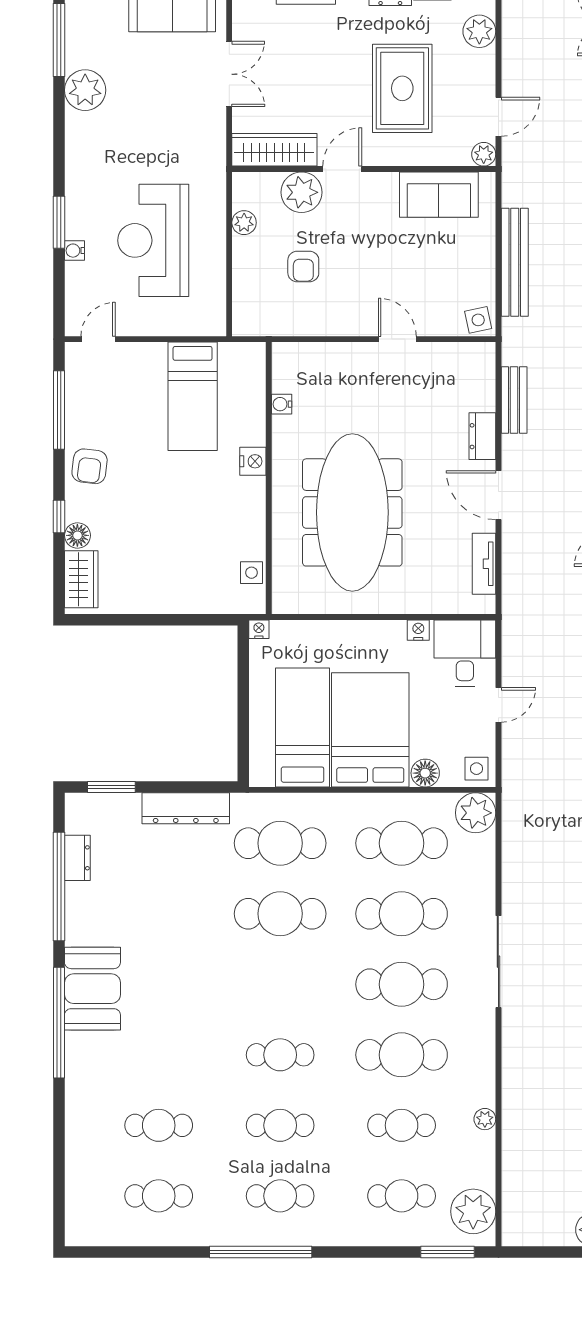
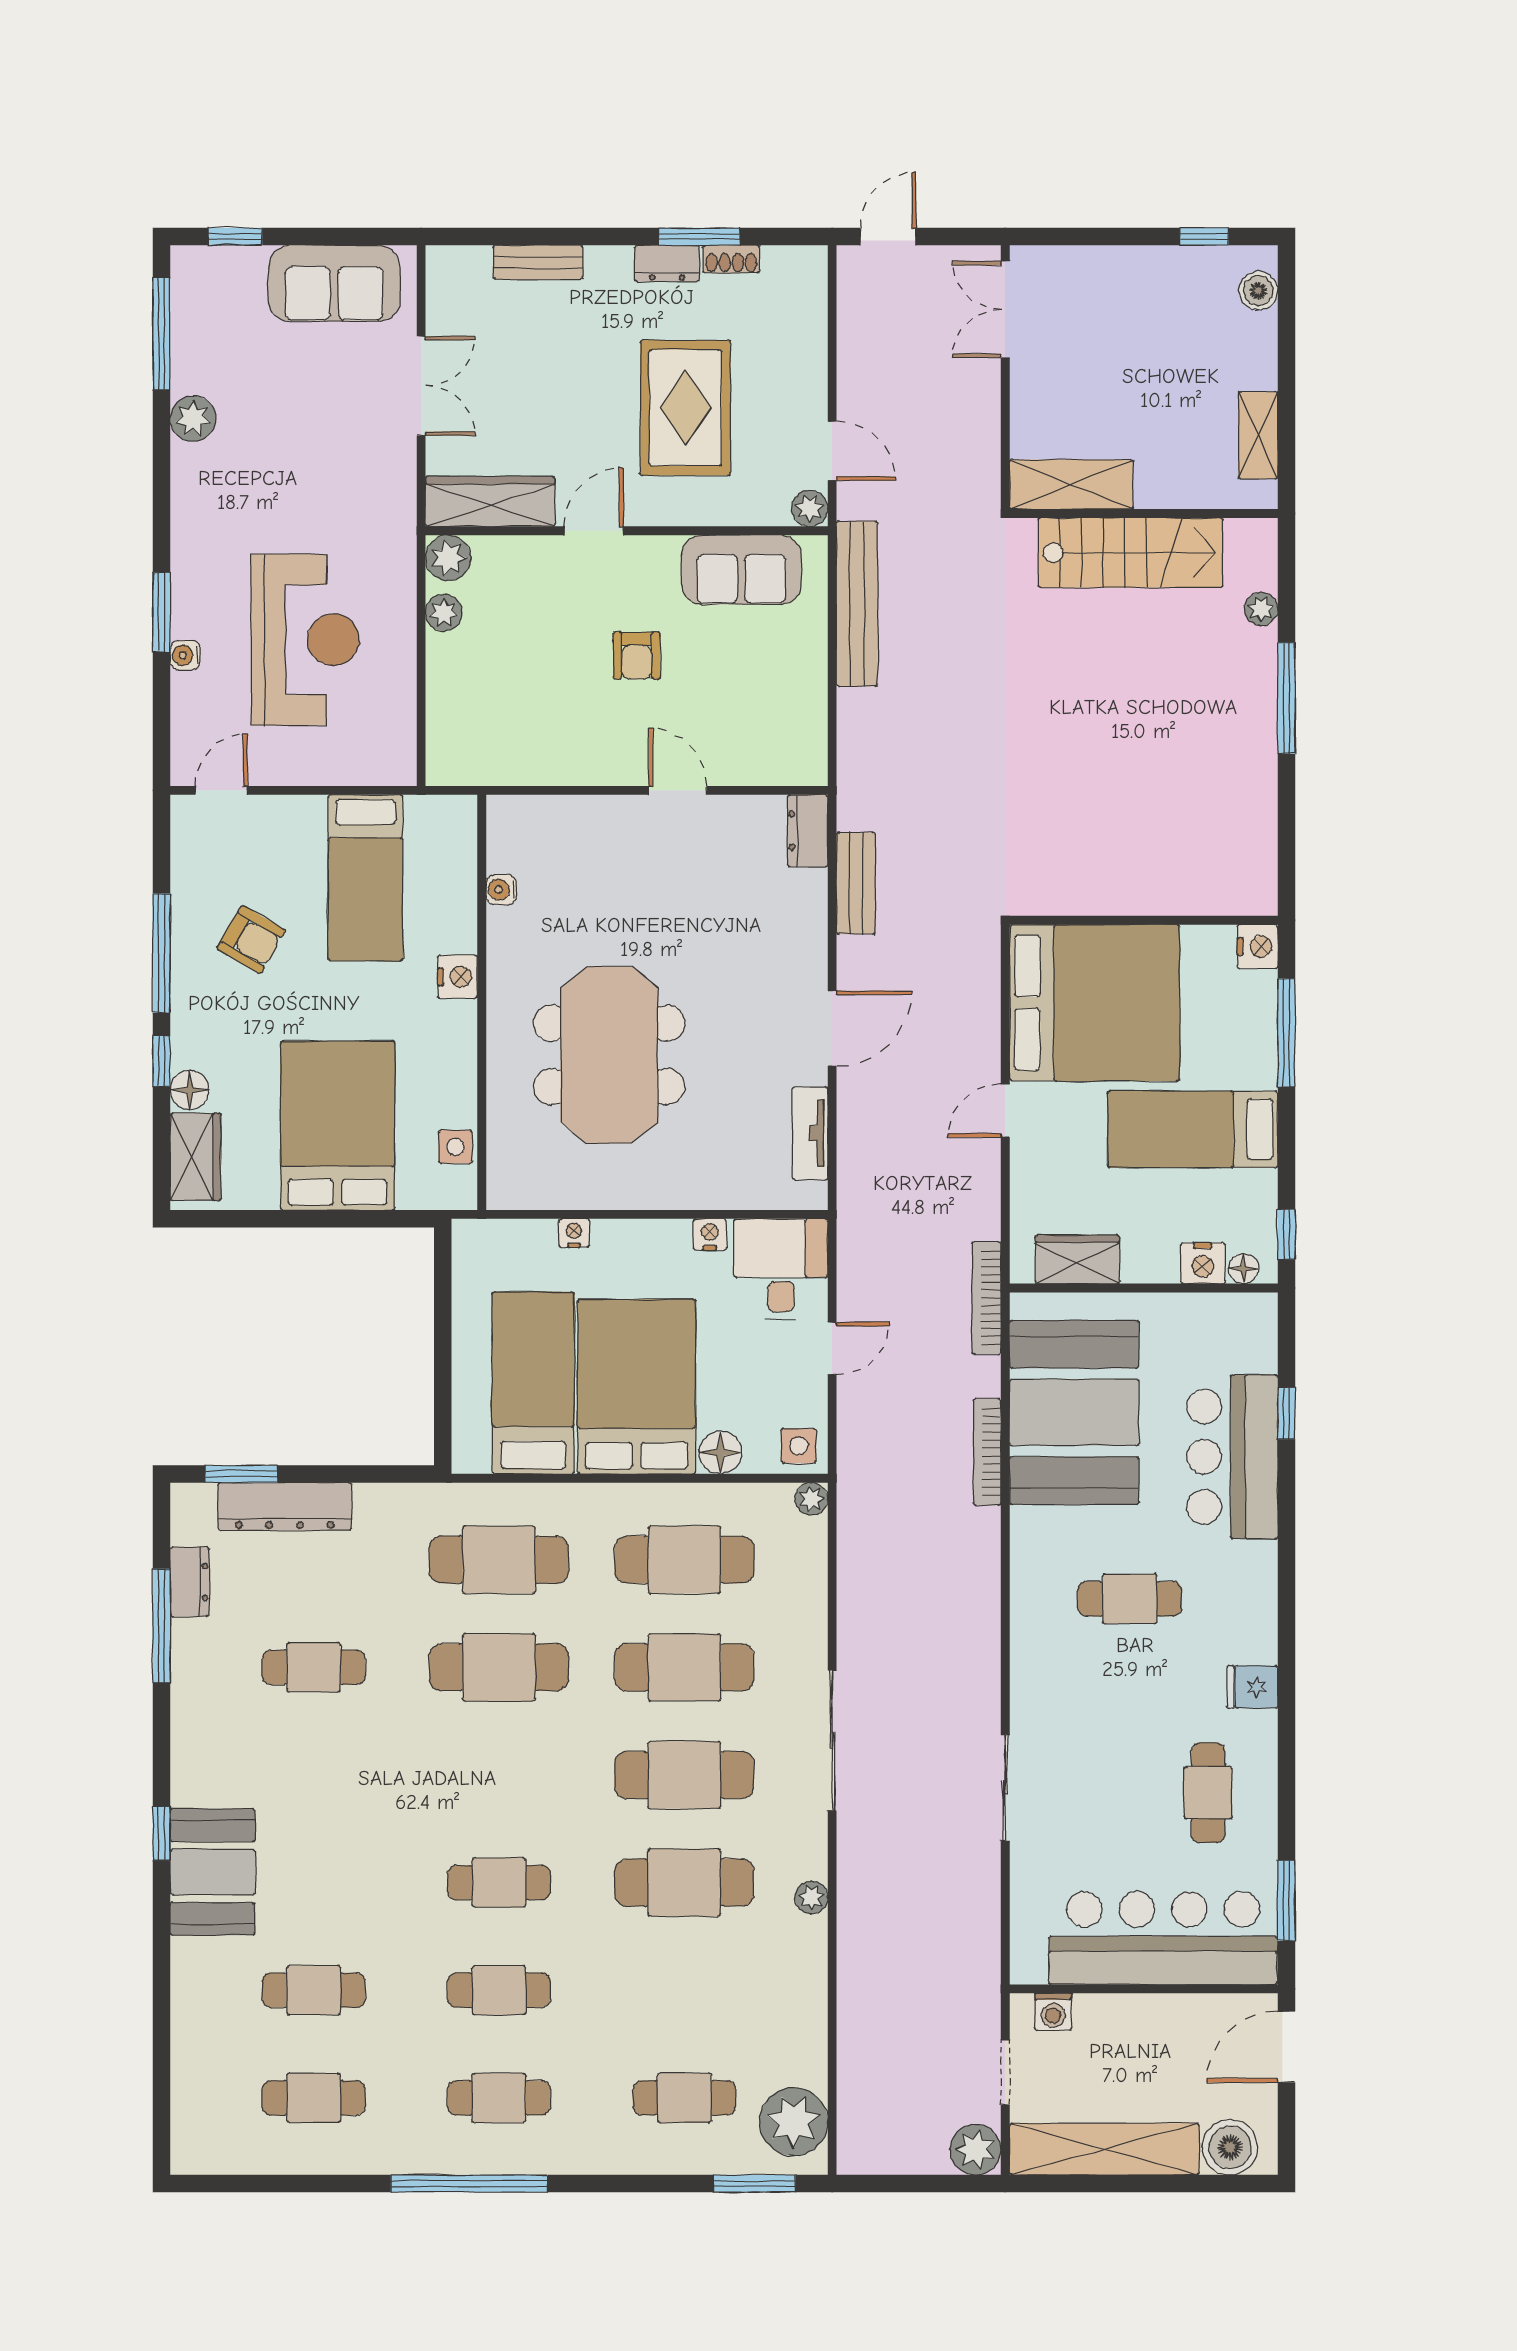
plant: (479, 31) -> (803, 321), removed
plant: (85, 90) -> (193, 419), width x0.73, depth x0.73
door: (498, 117) -> (832, 451), hinge flipped
plant: (302, 192) -> (448, 558), moved, width x0.73, depth x0.73
reception desk: (153, 240) -> (305, 640), turned 180
bench: (515, 262) -> (857, 604), moved
armchair: (303, 267) -> (637, 656), moved
side table: (478, 320) -> (801, 761), removed
window: (59, 410) -> (162, 953), moved
dresser: (482, 436) -> (808, 831), moved
armchair: (90, 466) -> (251, 940), moved, turned -67
door: (498, 495) -> (832, 1028), swing flipped
meeting table: (352, 512) -> (609, 1055), width x0.73
bed: (174, 559) -> (338, 1126), added
nightstand: (259, 629) -> (574, 1233), moved
dresser: (186, 808) -> (285, 1506), moved
plant: (476, 813) -> (812, 1499), width x0.53, depth x0.53
window: (59, 886) -> (162, 1626), width x0.68
booth: (92, 989) -> (213, 1872), moved
window: (59, 1023) -> (162, 1833), width x0.32
plant: (485, 1119) -> (811, 1897), moved
cafe table: (402, 1125) -> (314, 1667), moved

